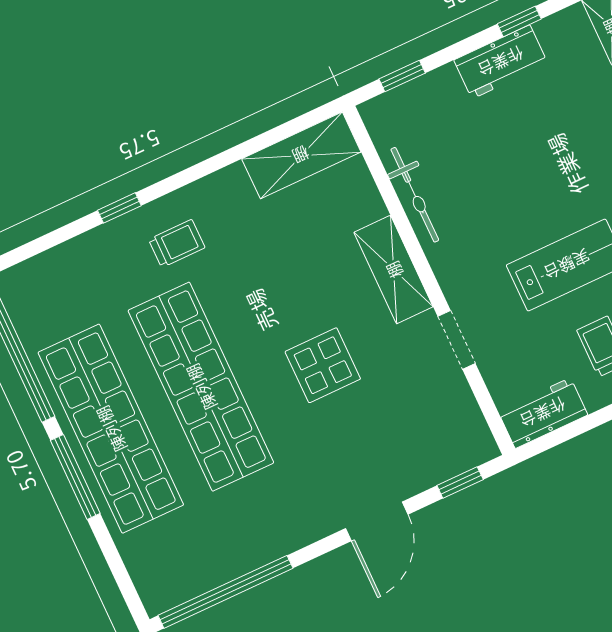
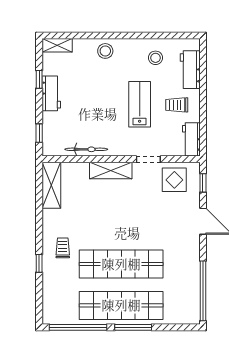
display table: (323, 365) -> (174, 180), moved

